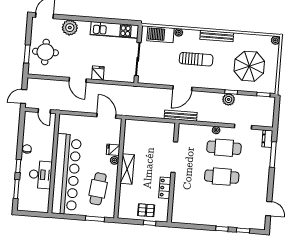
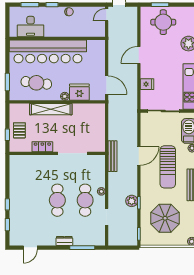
sun lounger: (196, 59) -> (168, 167), width x1.36, depth x1.34
fridge: (98, 73) -> (147, 84), moved
door: (182, 88) -> (139, 156), swing flipped
door: (44, 111) -> (107, 15), moved
door: (106, 116) -> (107, 85), hinge flipped
dresser: (267, 139) -> (64, 241), moved
fridge: (113, 150) -> (79, 92), width x1.88, depth x1.34
shelving: (127, 169) -> (51, 109), width x1.47
desk: (40, 175) -> (31, 27), moved

